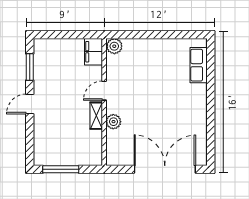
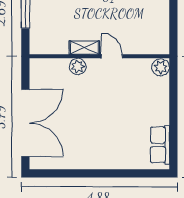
filing cabinet: (94, 52) -> (155, 45), removed
row of seats: (199, 65) -> (160, 145), moved, turned -90

